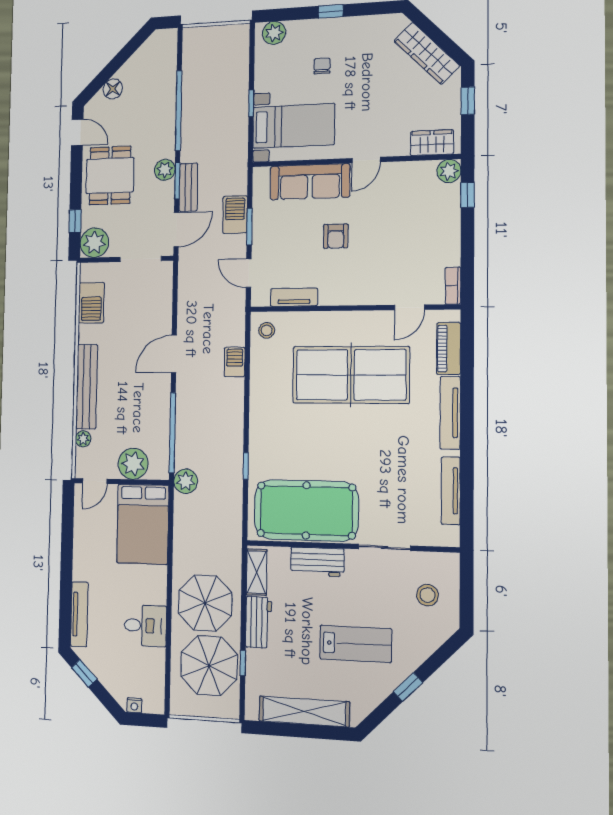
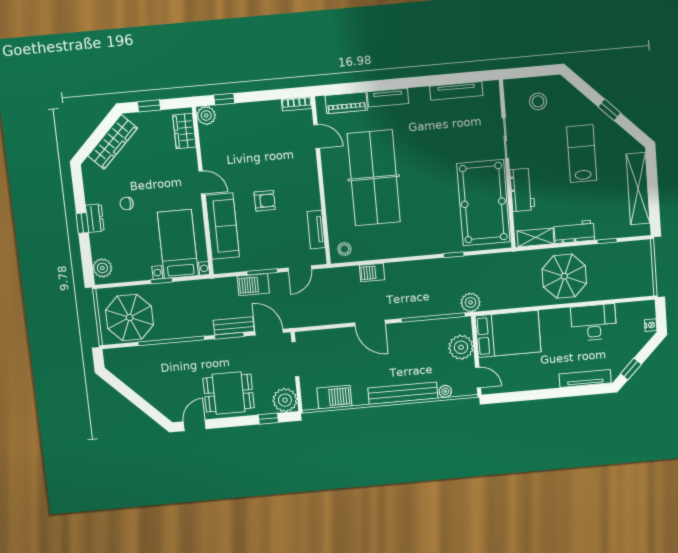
dresser: (335, 27) -> (95, 218), added
chair: (322, 66) -> (127, 203), moved
floor lamp: (113, 89) -> (156, 399), removed
plant: (165, 170) -> (221, 347), removed
tv unit: (450, 413) -> (388, 98), width x0.71
desk: (145, 626) -> (594, 322), width x1.37
parasol: (209, 666) -> (130, 317), moved

